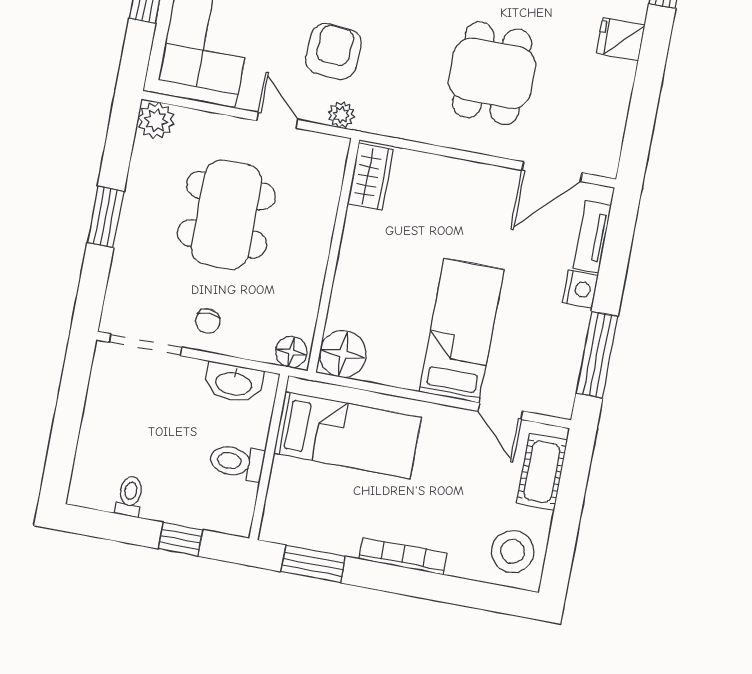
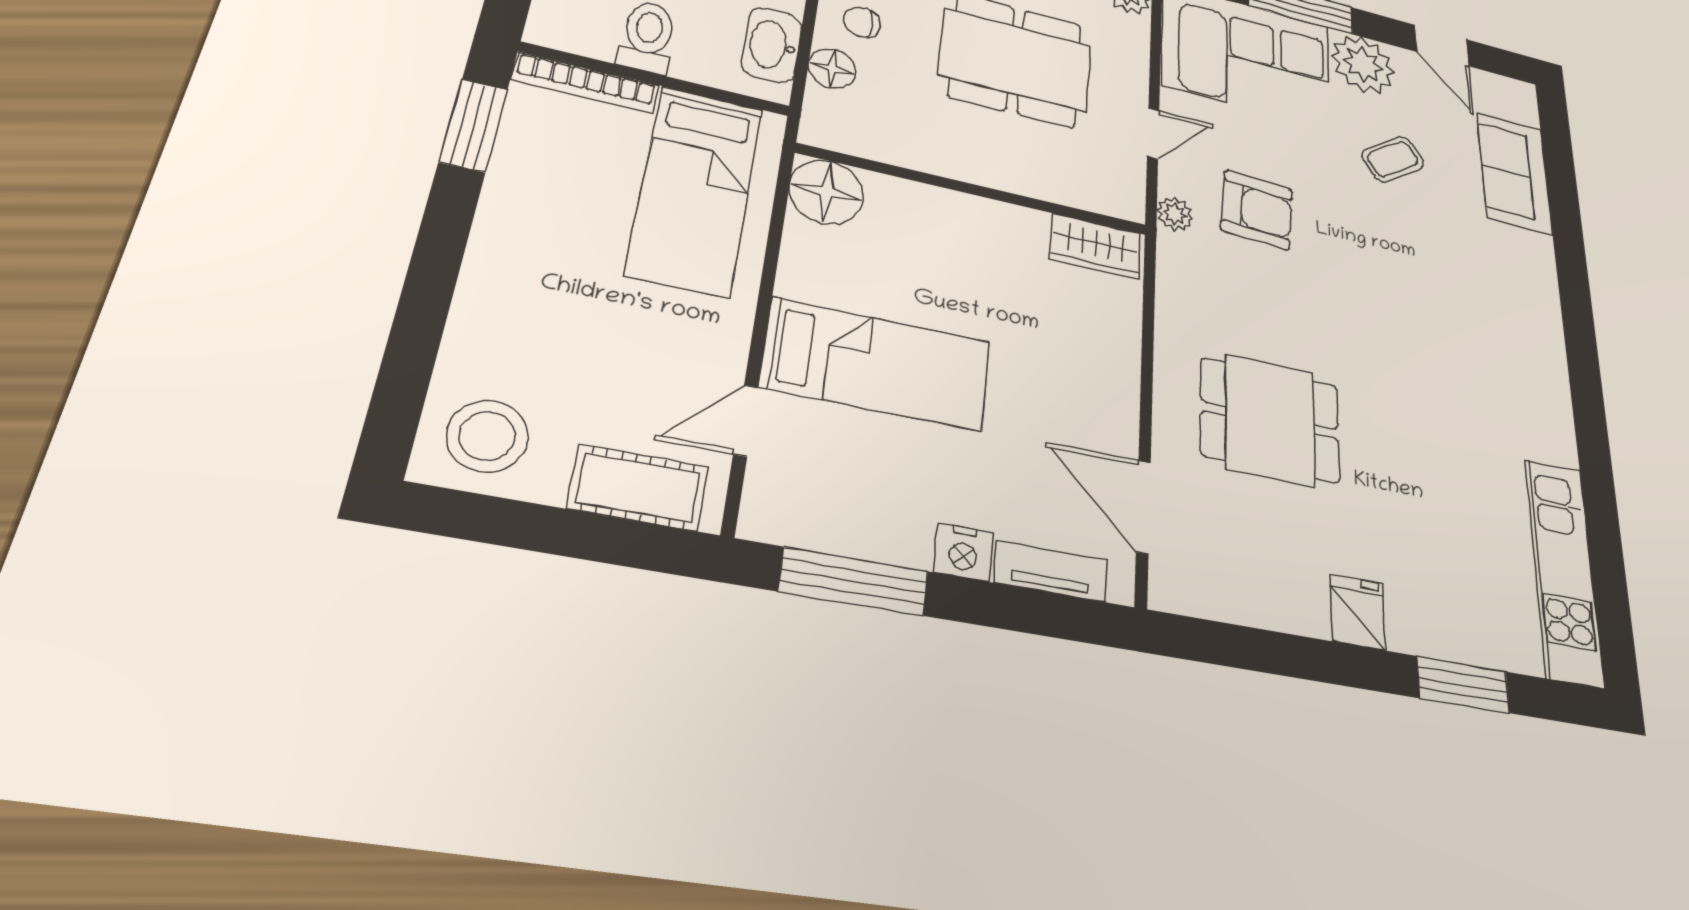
floor lamp: (291, 352) -> (832, 68), moved
bookcase: (403, 556) -> (586, 83), moved, turned 90

